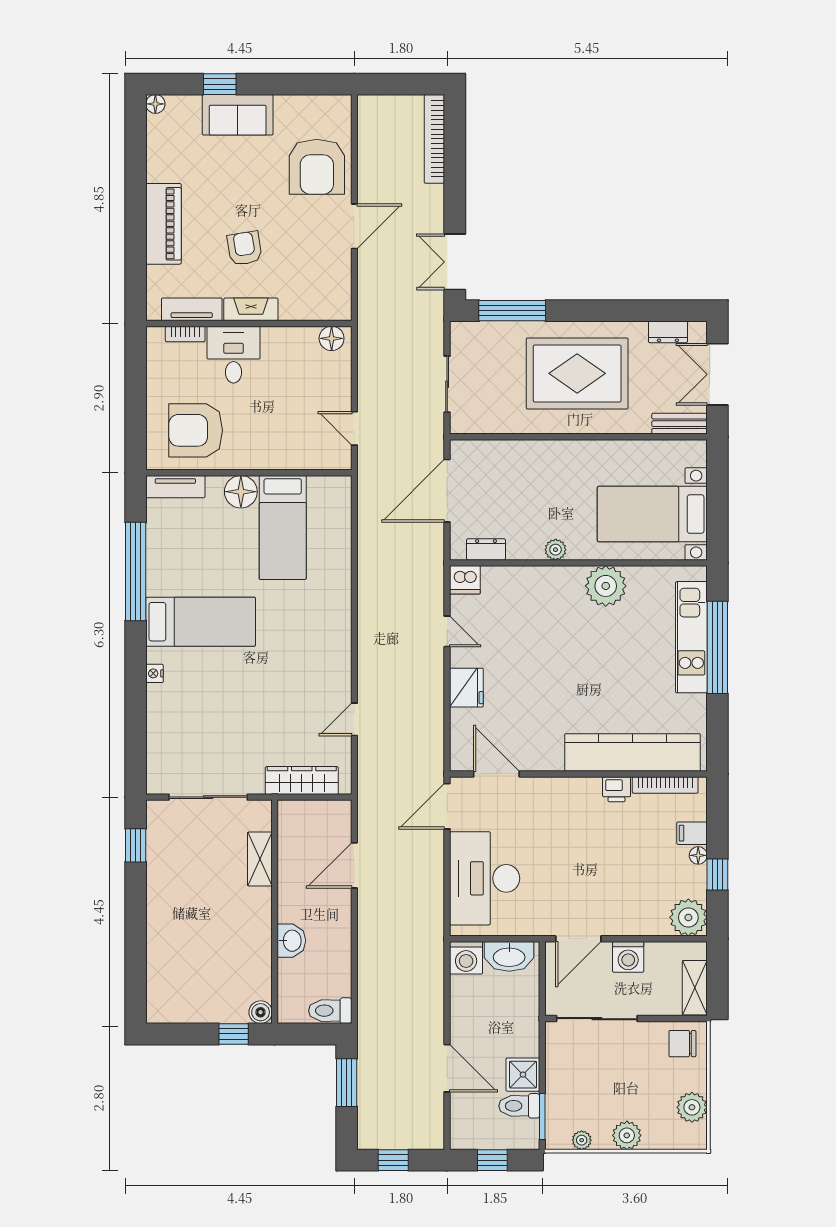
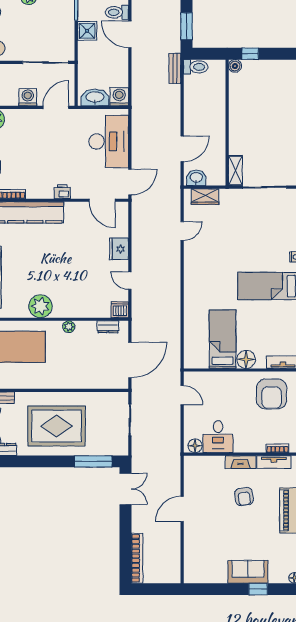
armchair: (317, 167) -> (203, 543), removed
desk: (234, 355) -> (218, 437), moved
armchair: (196, 430) -> (272, 394), turned 90
wardrobe: (302, 781) -> (205, 197), width x0.67
printer: (617, 789) -> (62, 192), moved
shelving: (260, 859) -> (235, 170), moved
washbasin: (291, 941) -> (196, 178), moved, turned 90
bench: (367, 1008) -> (175, 68), added
toilet: (519, 1106) -> (117, 12), moved, turned 180

